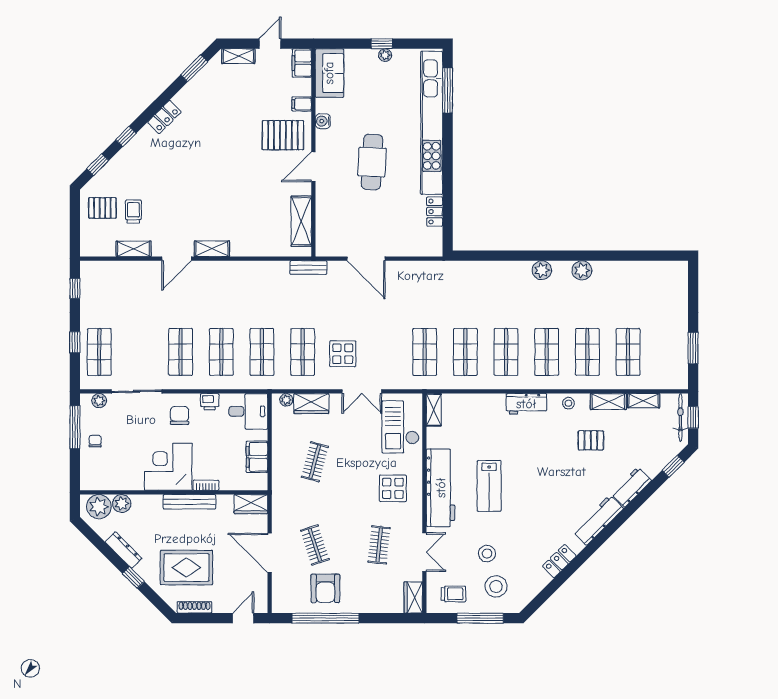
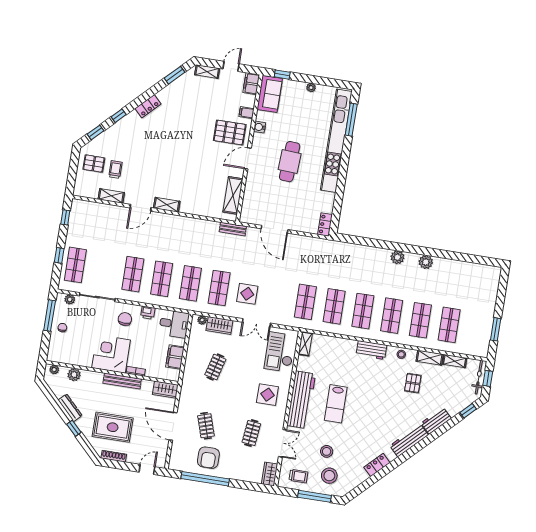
window: (382, 44) -> (282, 75), moved
locker: (435, 212) -> (325, 224), moved
pallet: (591, 440) -> (413, 383), turned 90
plant: (99, 507) -> (54, 370), width x0.53, depth x0.53

